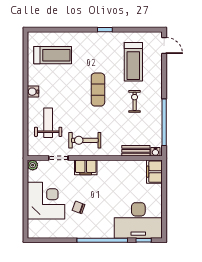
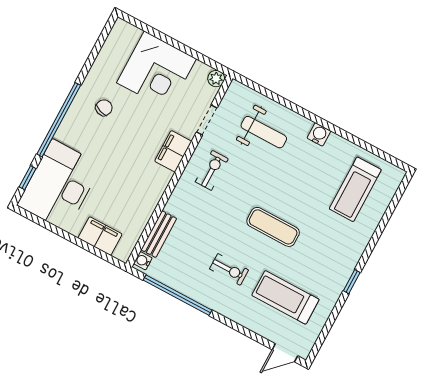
exercise bike: (85, 140) -> (212, 170), width x0.73, depth x0.72
filing cabinet: (154, 172) -> (100, 236), moved
chair: (79, 207) -> (104, 108), moved

